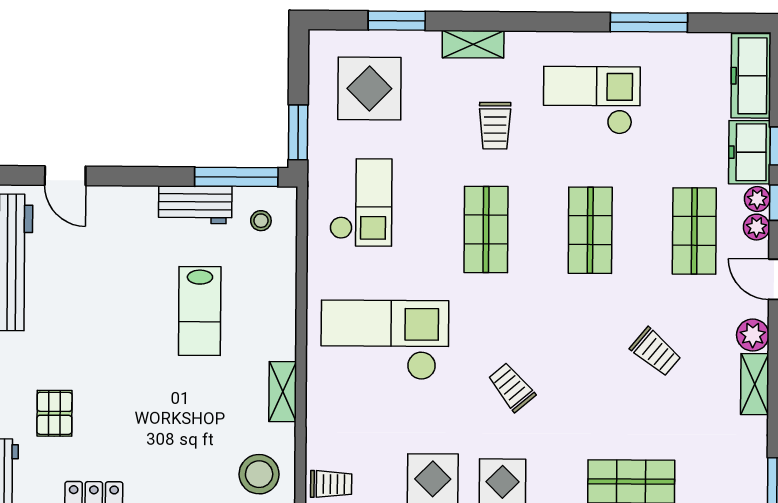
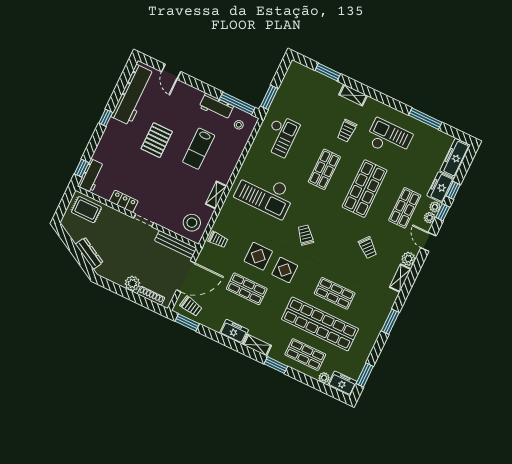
display table: (369, 88) -> (305, 93), removed
shop shelf: (590, 230) -> (365, 189), width x1.43, depth x1.36
checkout: (385, 340) -> (265, 194), turned 180
pallet: (54, 413) -> (157, 140), moved, width x1.50, depth x1.42

